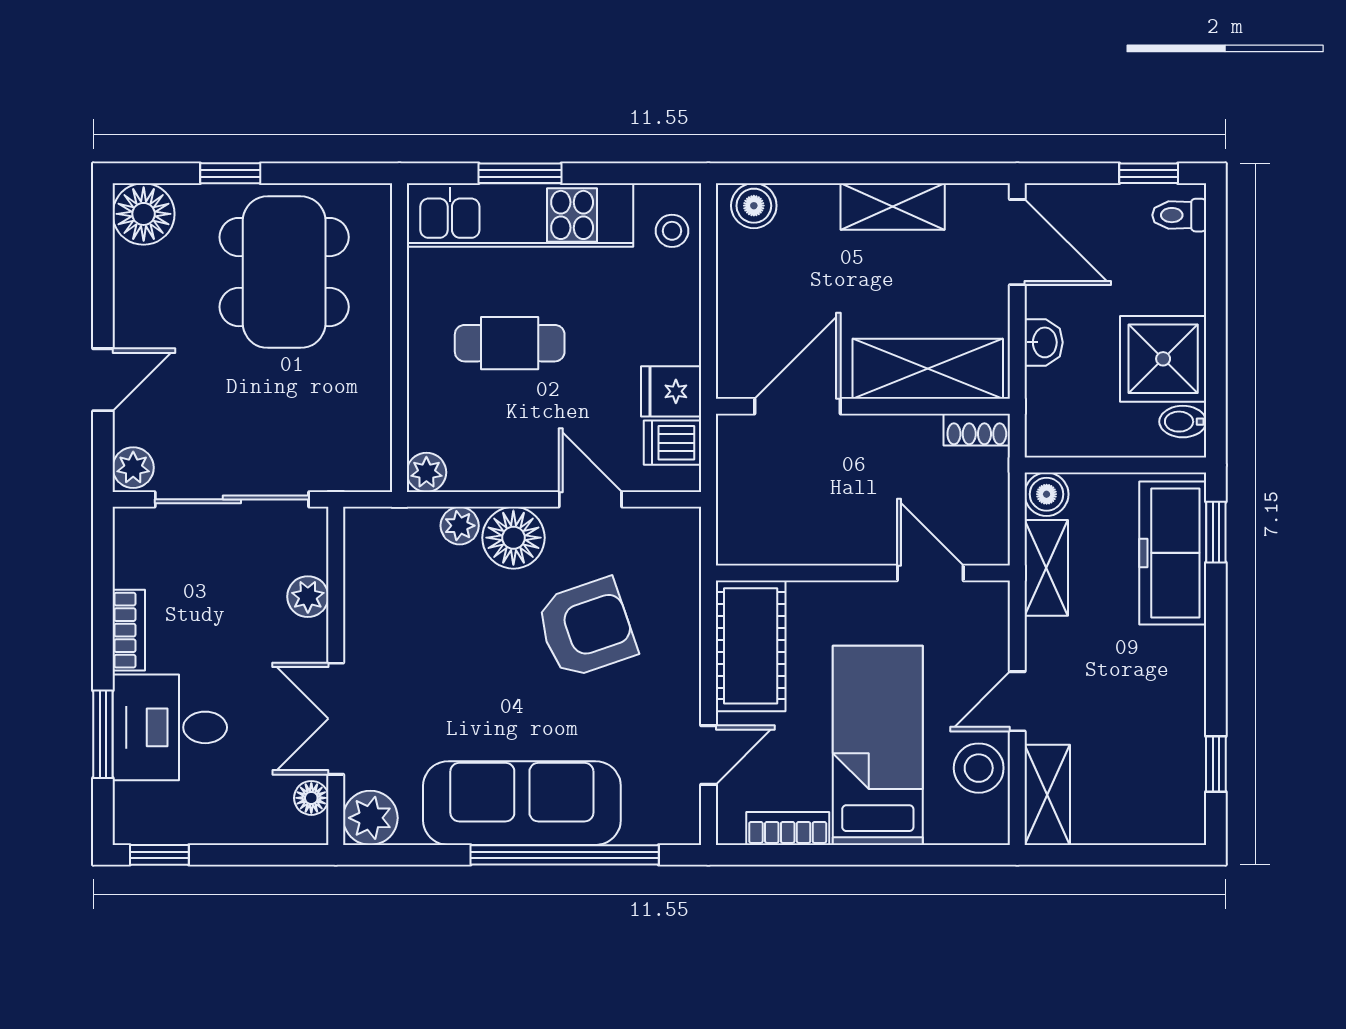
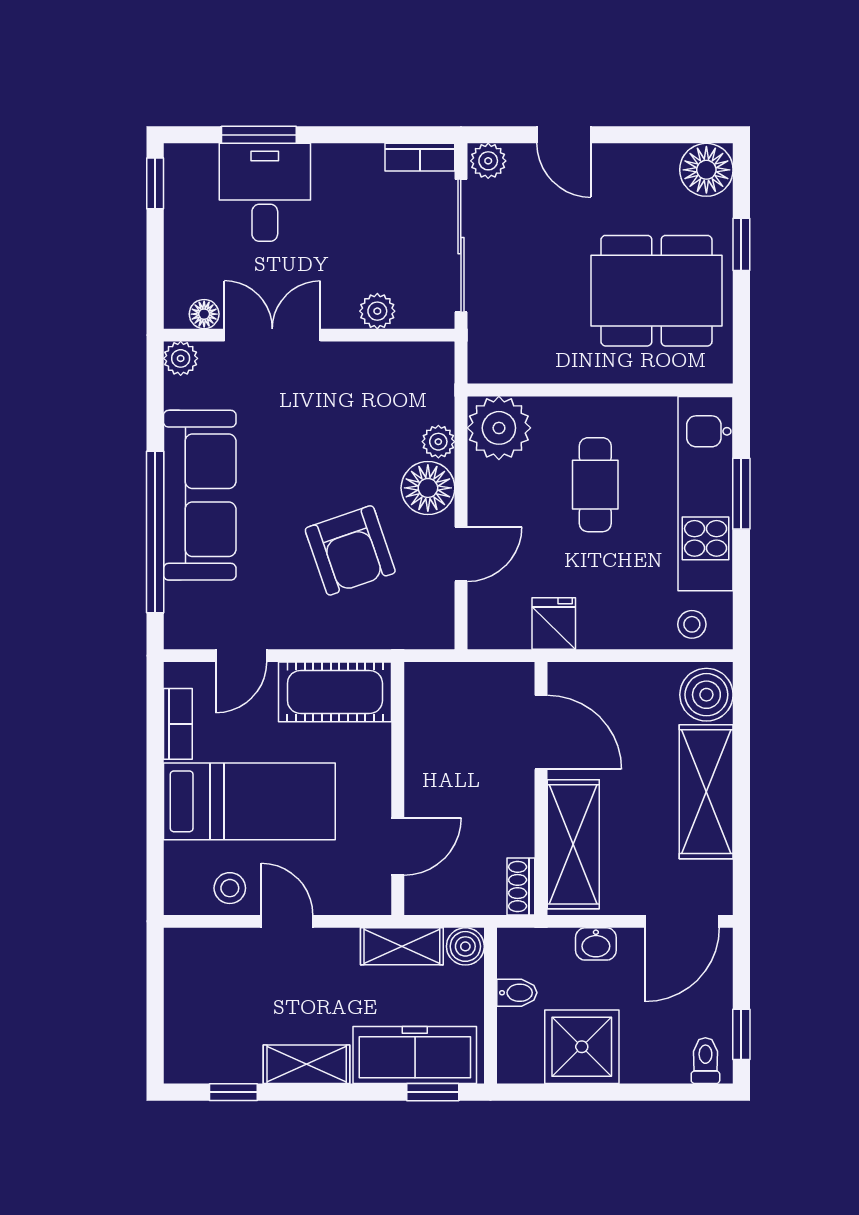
boiler: (754, 206) -> (706, 695), width x1.36, depth x1.36
shelving: (893, 206) -> (706, 792), width x1.50, depth x1.33
bidet: (1183, 422) -> (517, 993), moved, turned 90
dishwasher: (672, 443) -> (510, 625), removed
plant: (426, 472) -> (499, 428), width x1.88, depth x1.88
bookcase: (129, 630) -> (420, 157), moved
door: (708, 755) -> (241, 656), hinge flipped
stool: (979, 768) -> (230, 888), width x0.73, depth x0.73
shelving: (1047, 795) -> (307, 1064), moved
plant: (370, 818) -> (181, 358), width x0.73, depth x0.73

